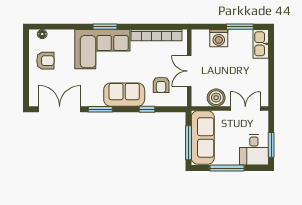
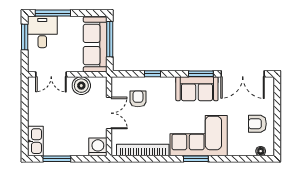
washing machine: (219, 38) -> (98, 147), moved
sofa: (124, 95) -> (197, 89), moved
window: (227, 168) -> (53, 13), moved

